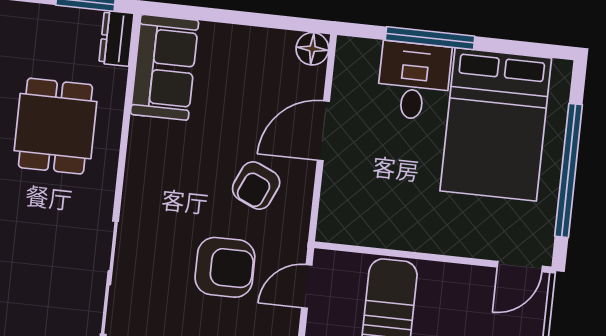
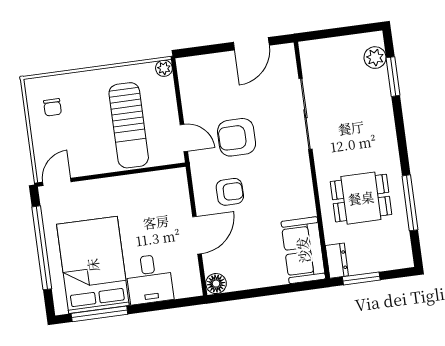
window: (430, 38) -> (99, 314), moved
dining table: (55, 126) -> (361, 198), turned 90
armchair: (256, 186) -> (230, 192), turned 66
door: (307, 286) -> (184, 138), hinge flipped

